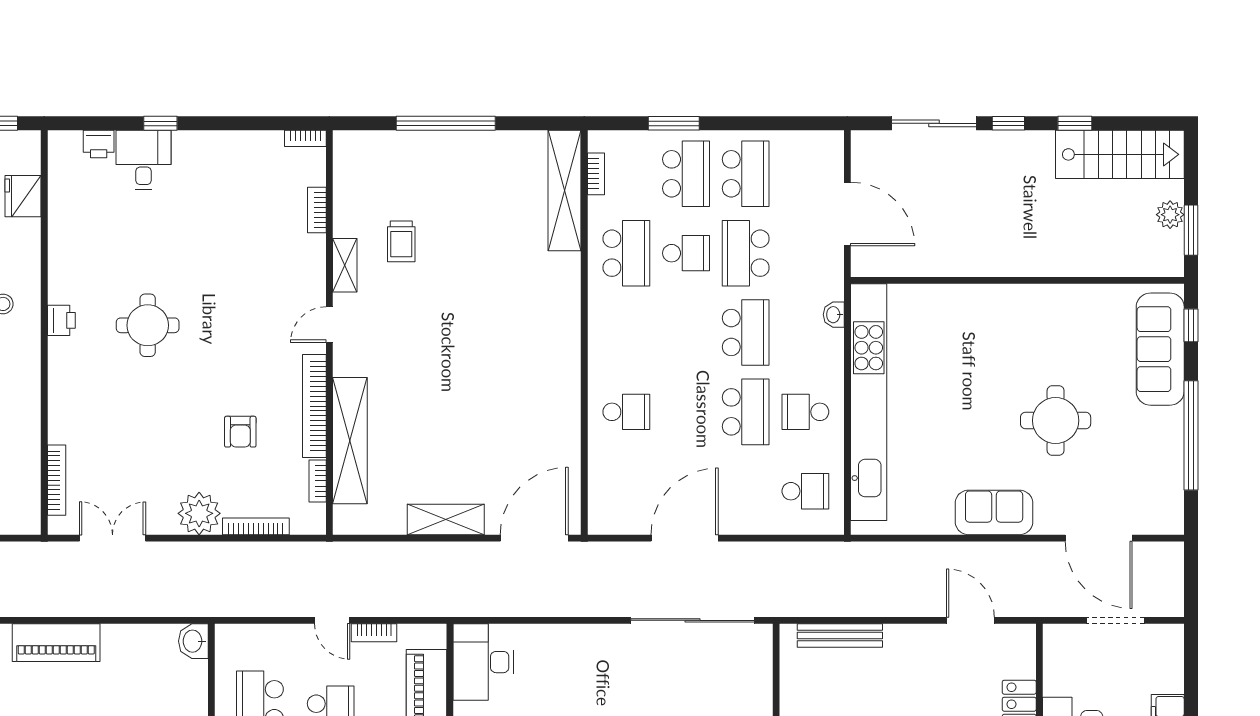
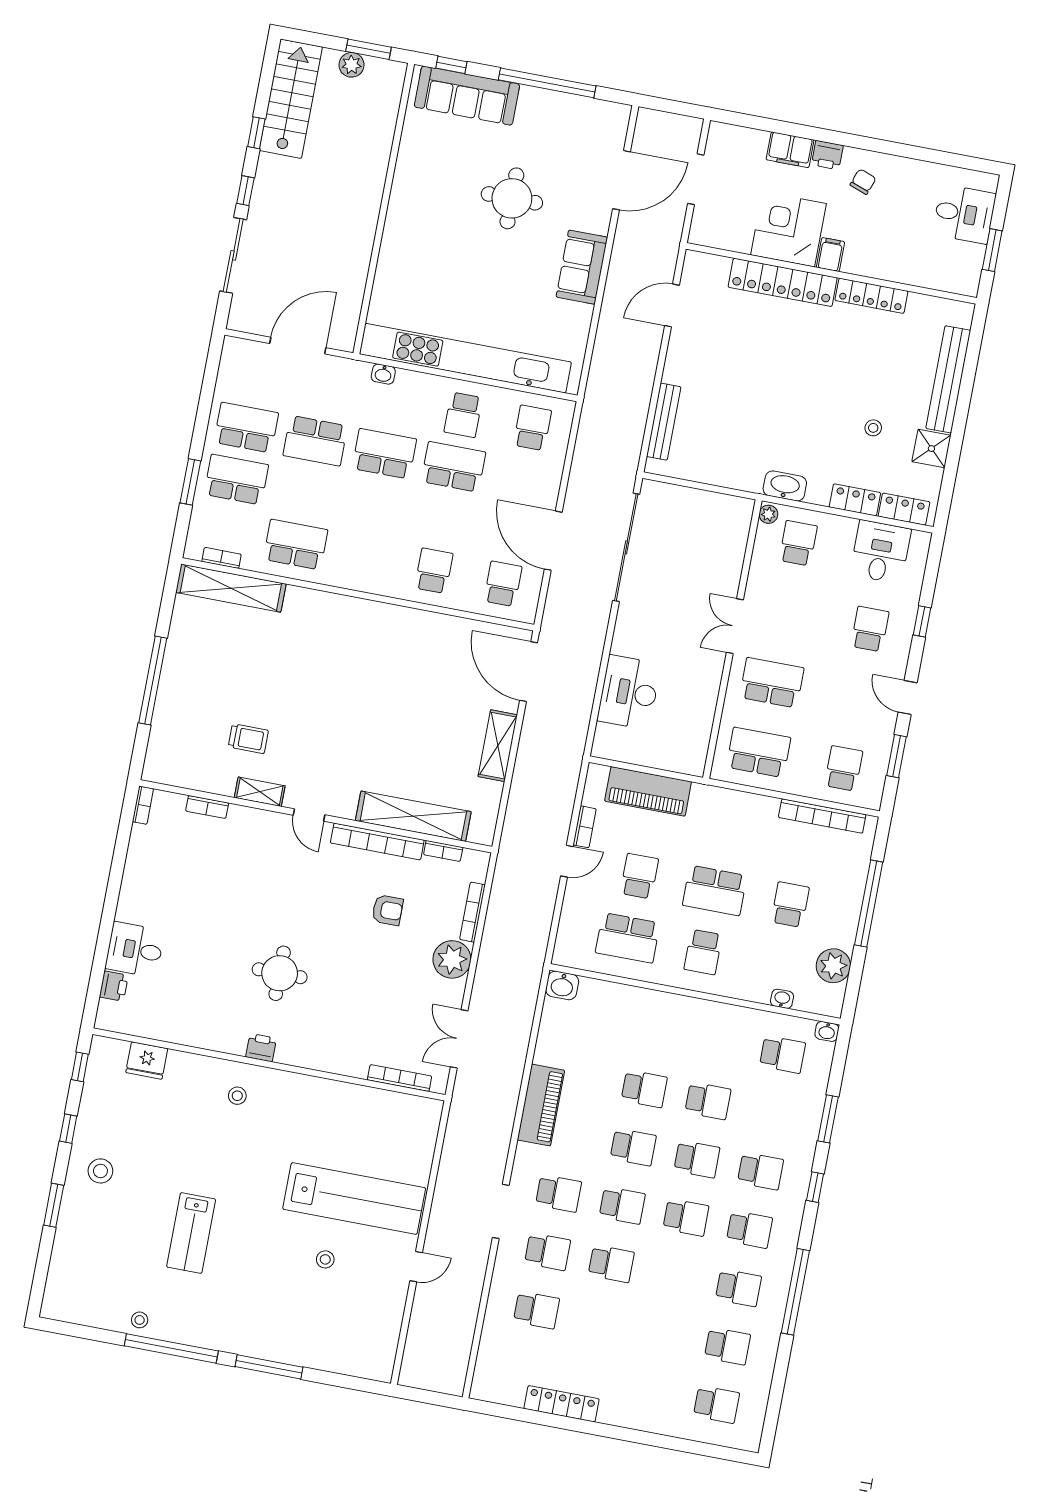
window: (160, 123) -> (106, 929), removed
school desk: (686, 253) -> (503, 584), moved
desk: (483, 662) -> (629, 692), moved, turned 90

